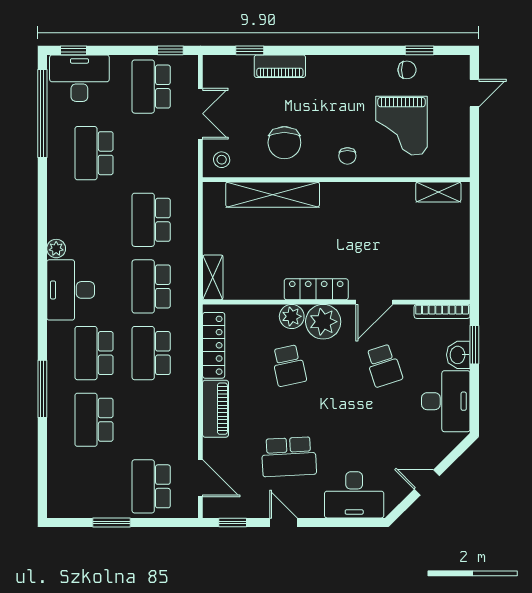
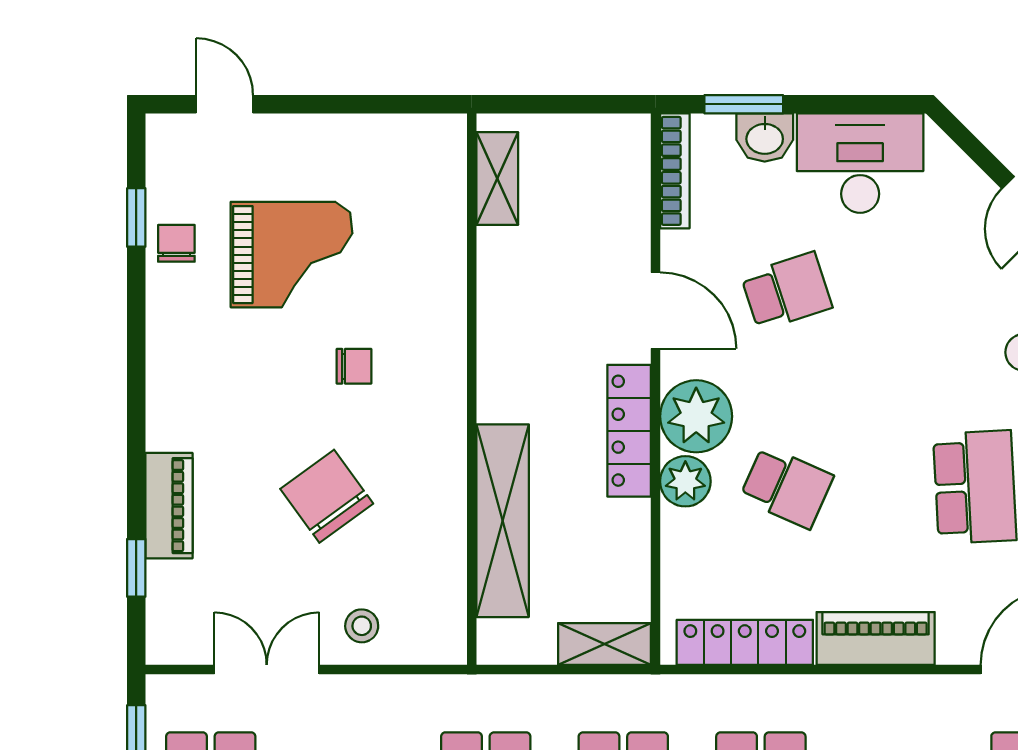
chair: (284, 143) -> (327, 496), turned -126
wall: (336, 180) -> (472, 389), moved
shelving: (438, 192) -> (497, 179), moved
shelving: (273, 195) -> (503, 521), moved
school desk: (289, 366) -> (787, 487), turned 36

